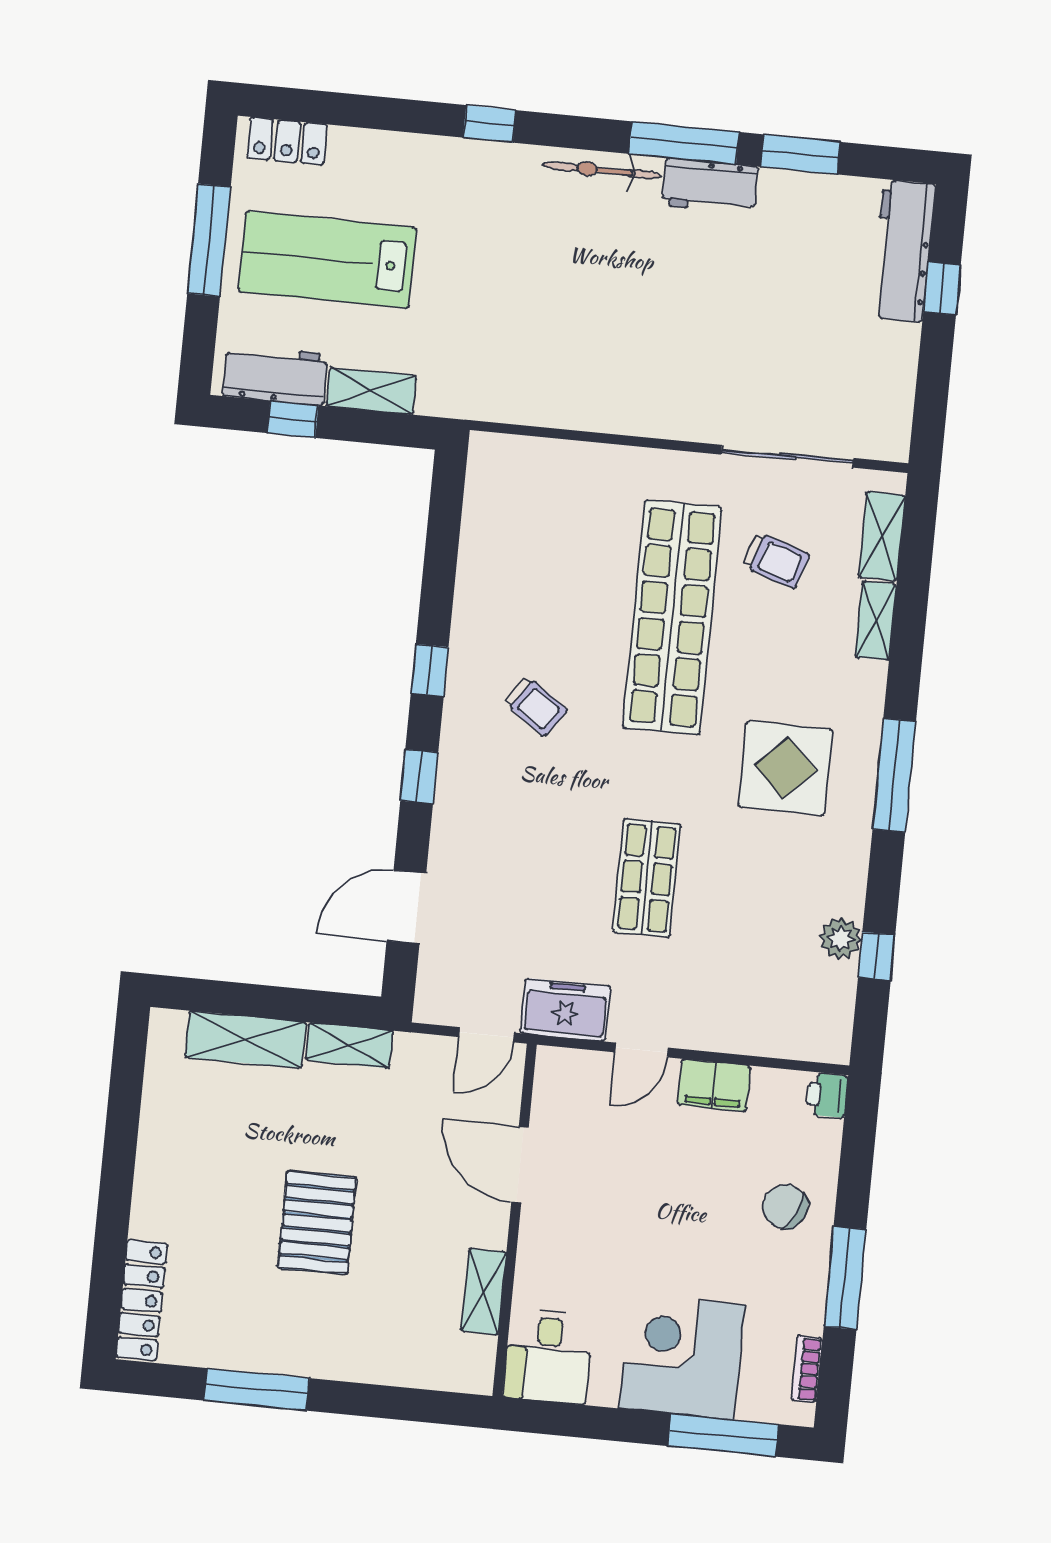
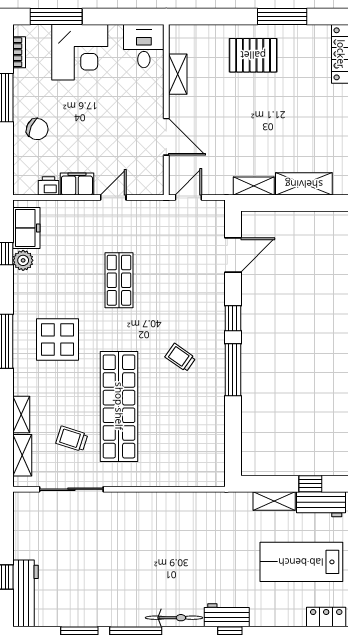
workbench: (710, 186) -> (227, 615), moved
lab bench: (327, 260) -> (301, 562), turned 180
window: (430, 670) -> (233, 370), width x2.17
freezer: (565, 1010) -> (26, 228), moved, turned -90
printer: (827, 1095) -> (49, 186), moved, turned -90
pallet: (317, 1223) -> (253, 55), moved, turned 90

